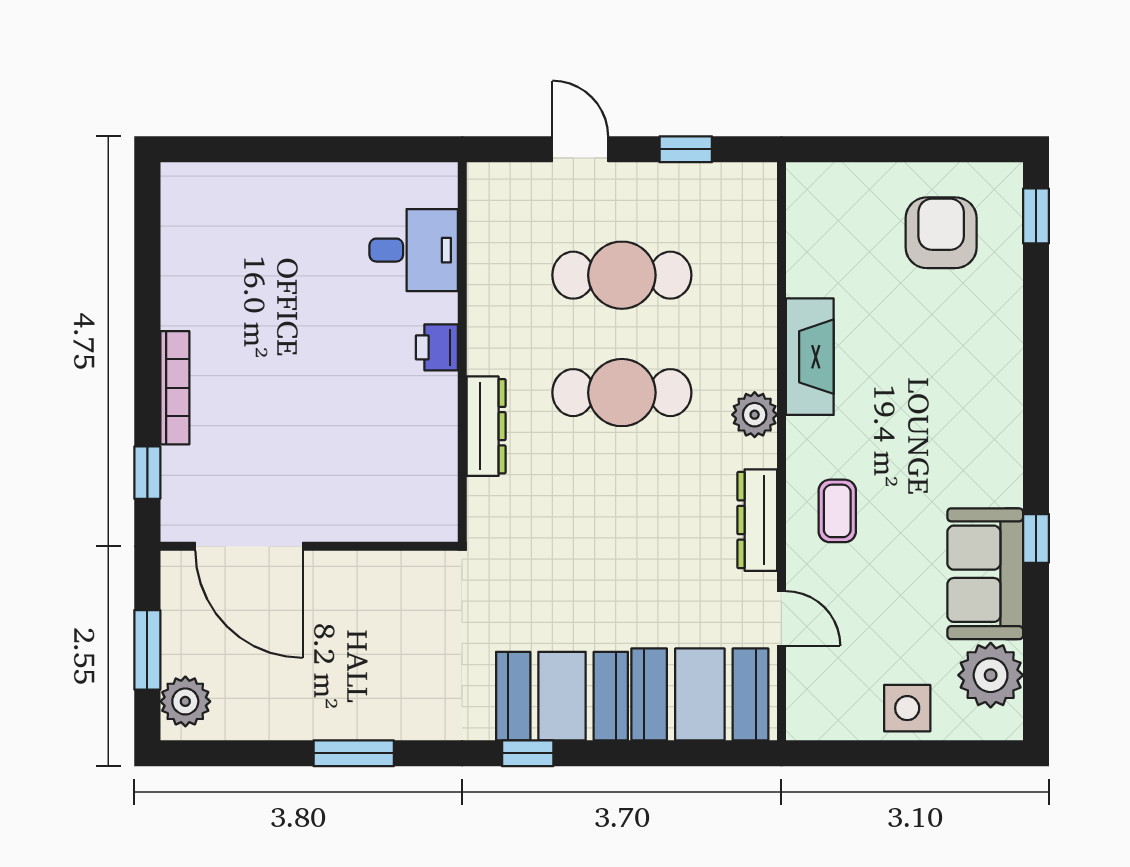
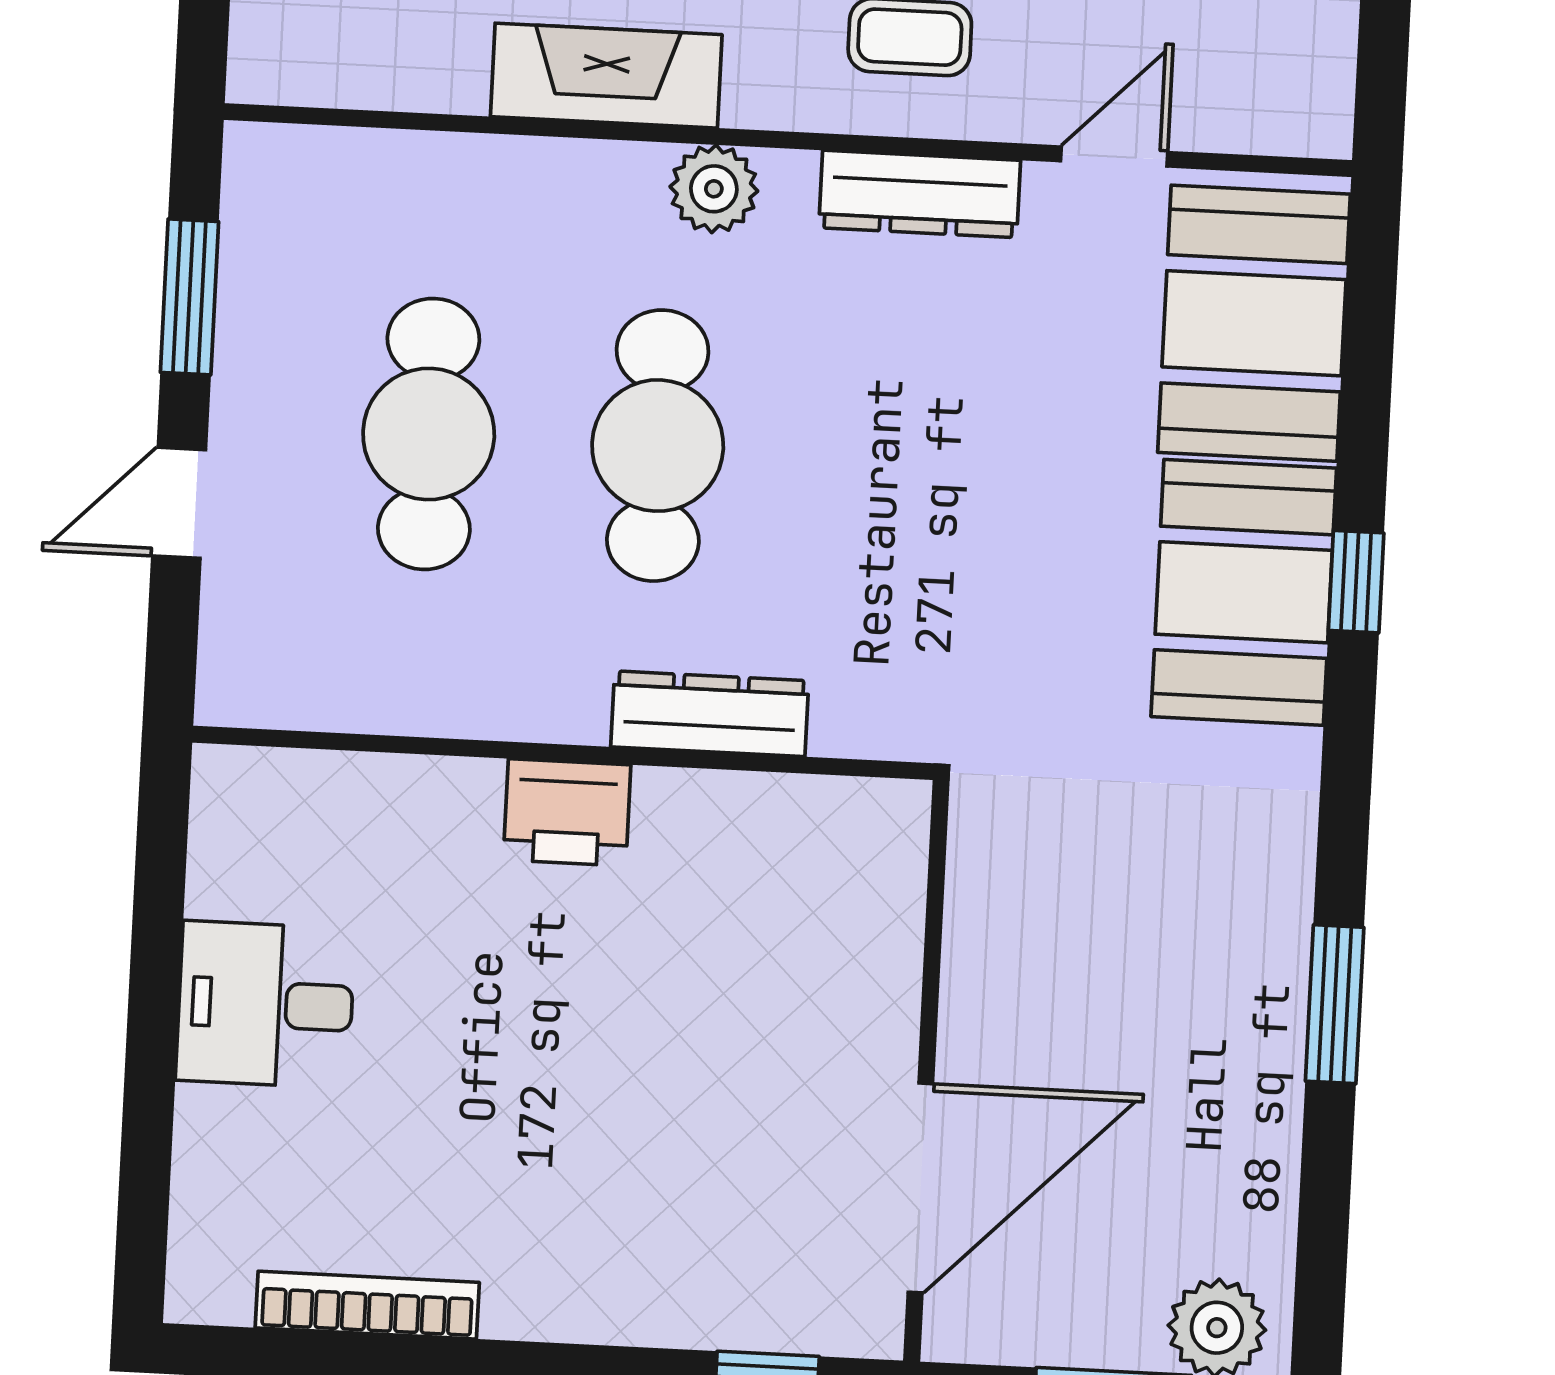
window: (686, 149) -> (189, 297), width x1.50
desk: (414, 250) -> (265, 1004), moved, turned -90
printer: (437, 347) -> (567, 812), width x1.36, depth x1.24
bookcase: (175, 388) -> (367, 1305), moved
window: (528, 753) -> (1356, 582), moved

